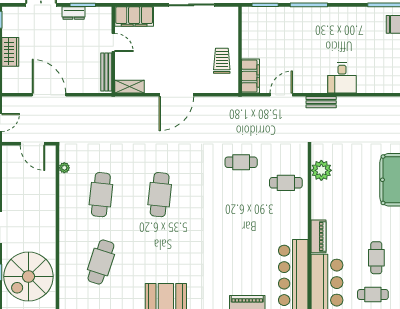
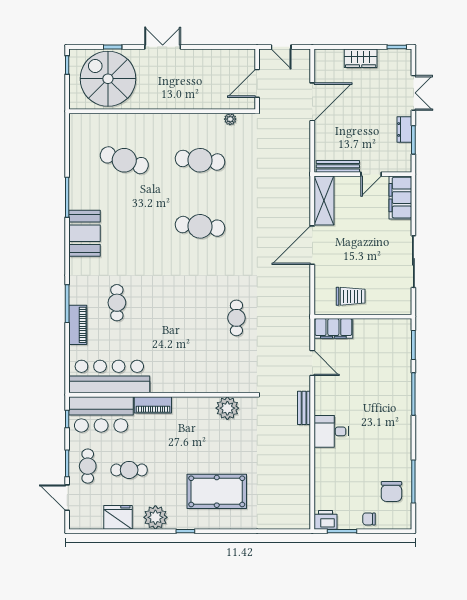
shelving: (129, 87) -> (324, 201), width x1.50, depth x1.33
door: (176, 95) -> (312, 245), hinge flipped
cafe table: (286, 183) -> (117, 303), moved

